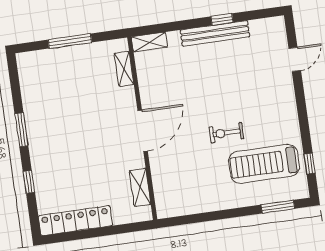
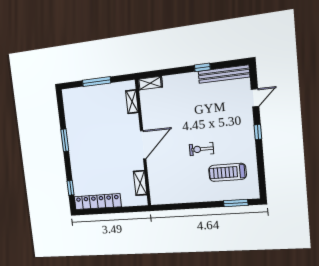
bench: (215, 33) -> (224, 74), moved
treadmill: (264, 164) -> (227, 172), width x0.73, depth x0.73
window: (310, 164) -> (258, 132), moved
window: (29, 182) -> (71, 188), moved

